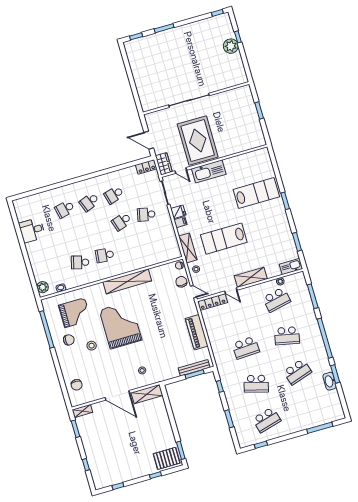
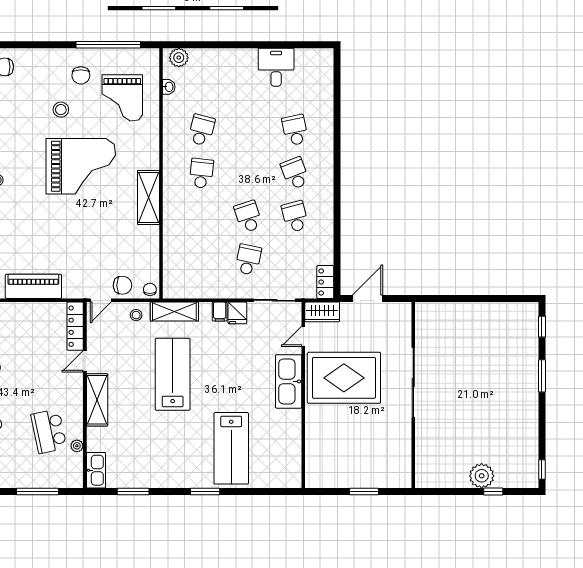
shelving: (127, 281) -> (149, 198), width x0.68

